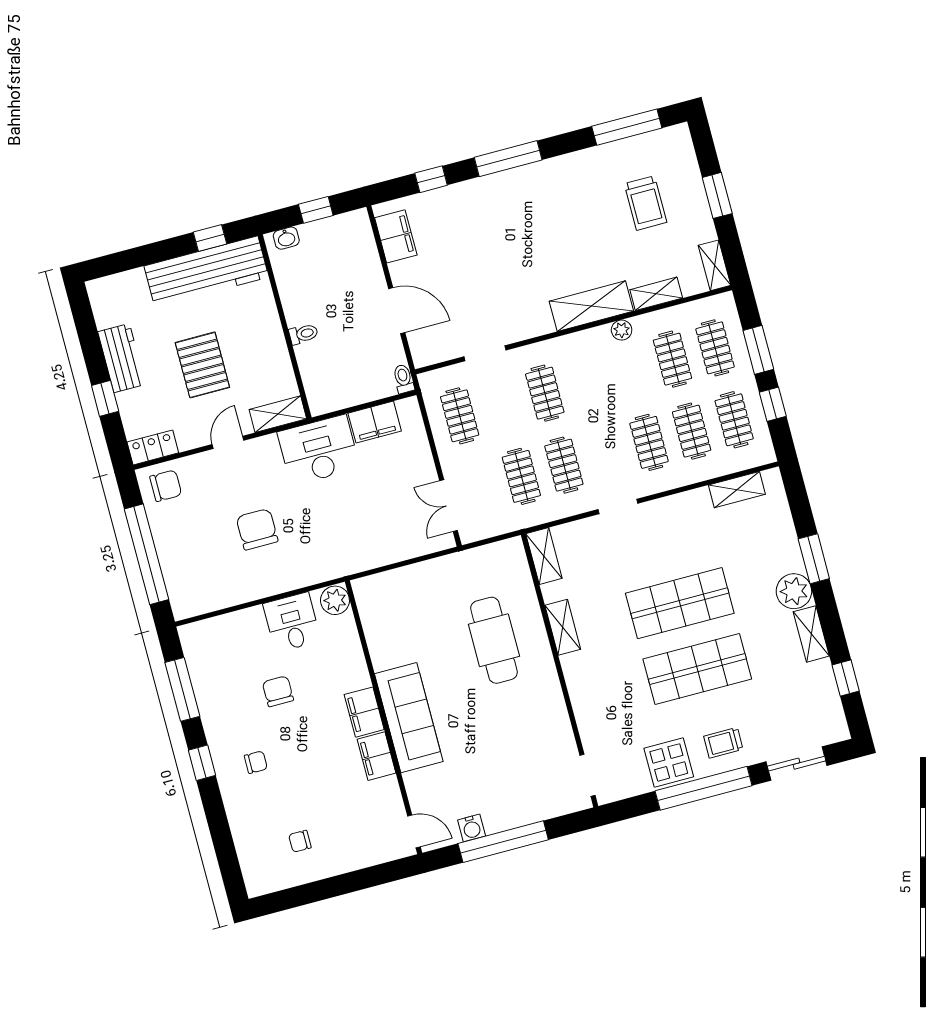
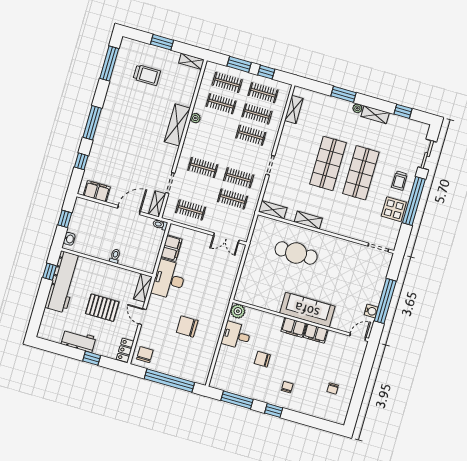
shelving: (656, 294) -> (157, 204), moved
plant: (794, 591) -> (357, 108), width x0.53, depth x0.53

